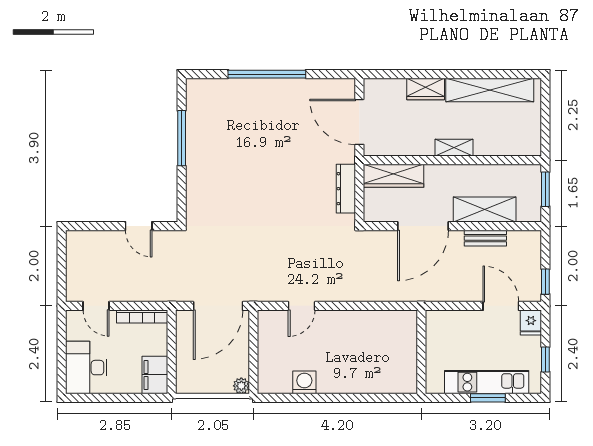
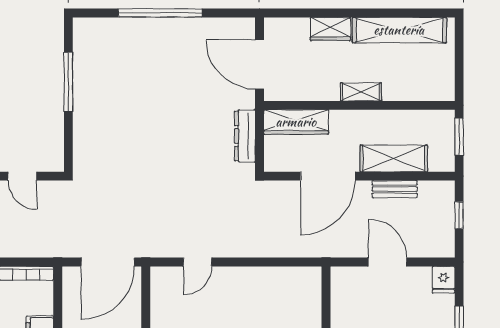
window: (545, 282) -> (459, 215), moved
door: (501, 306) -> (388, 262), moved

